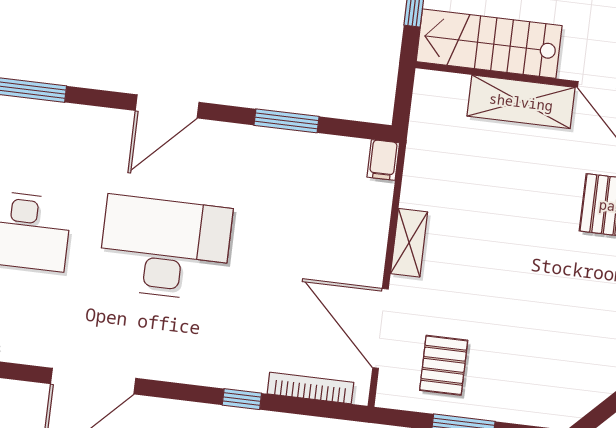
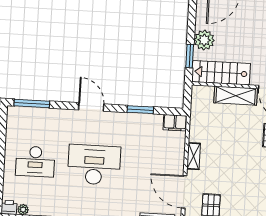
door: (167, 106) -> (91, 107), swing flipped
filing cabinet: (383, 160) -> (175, 123), width x2.00

